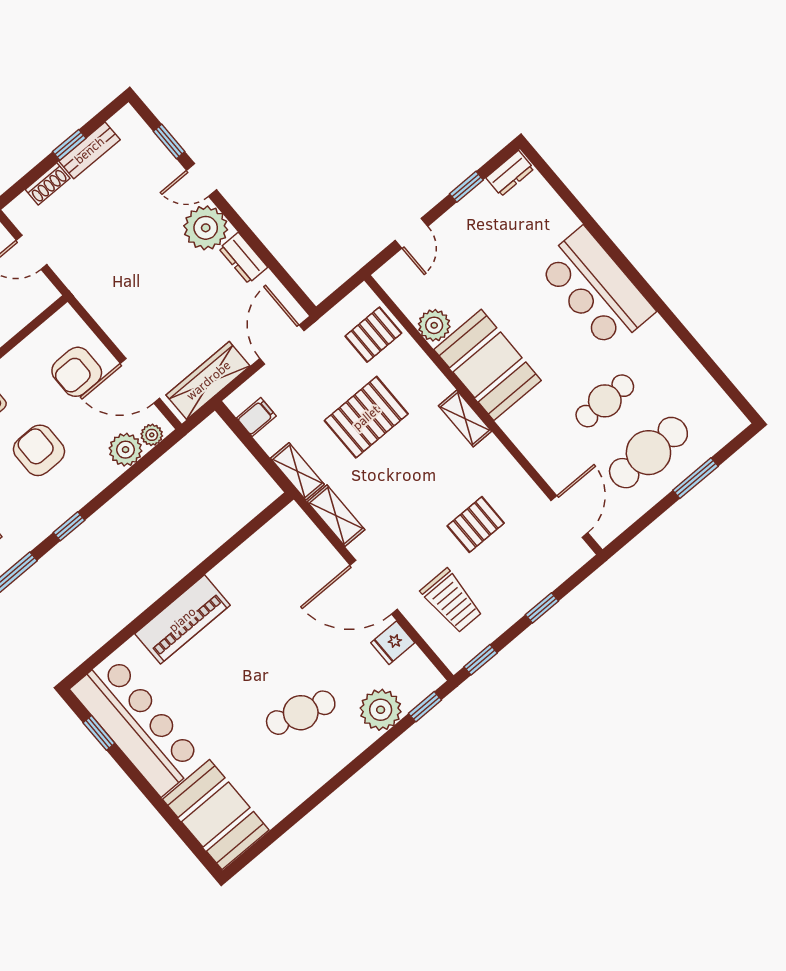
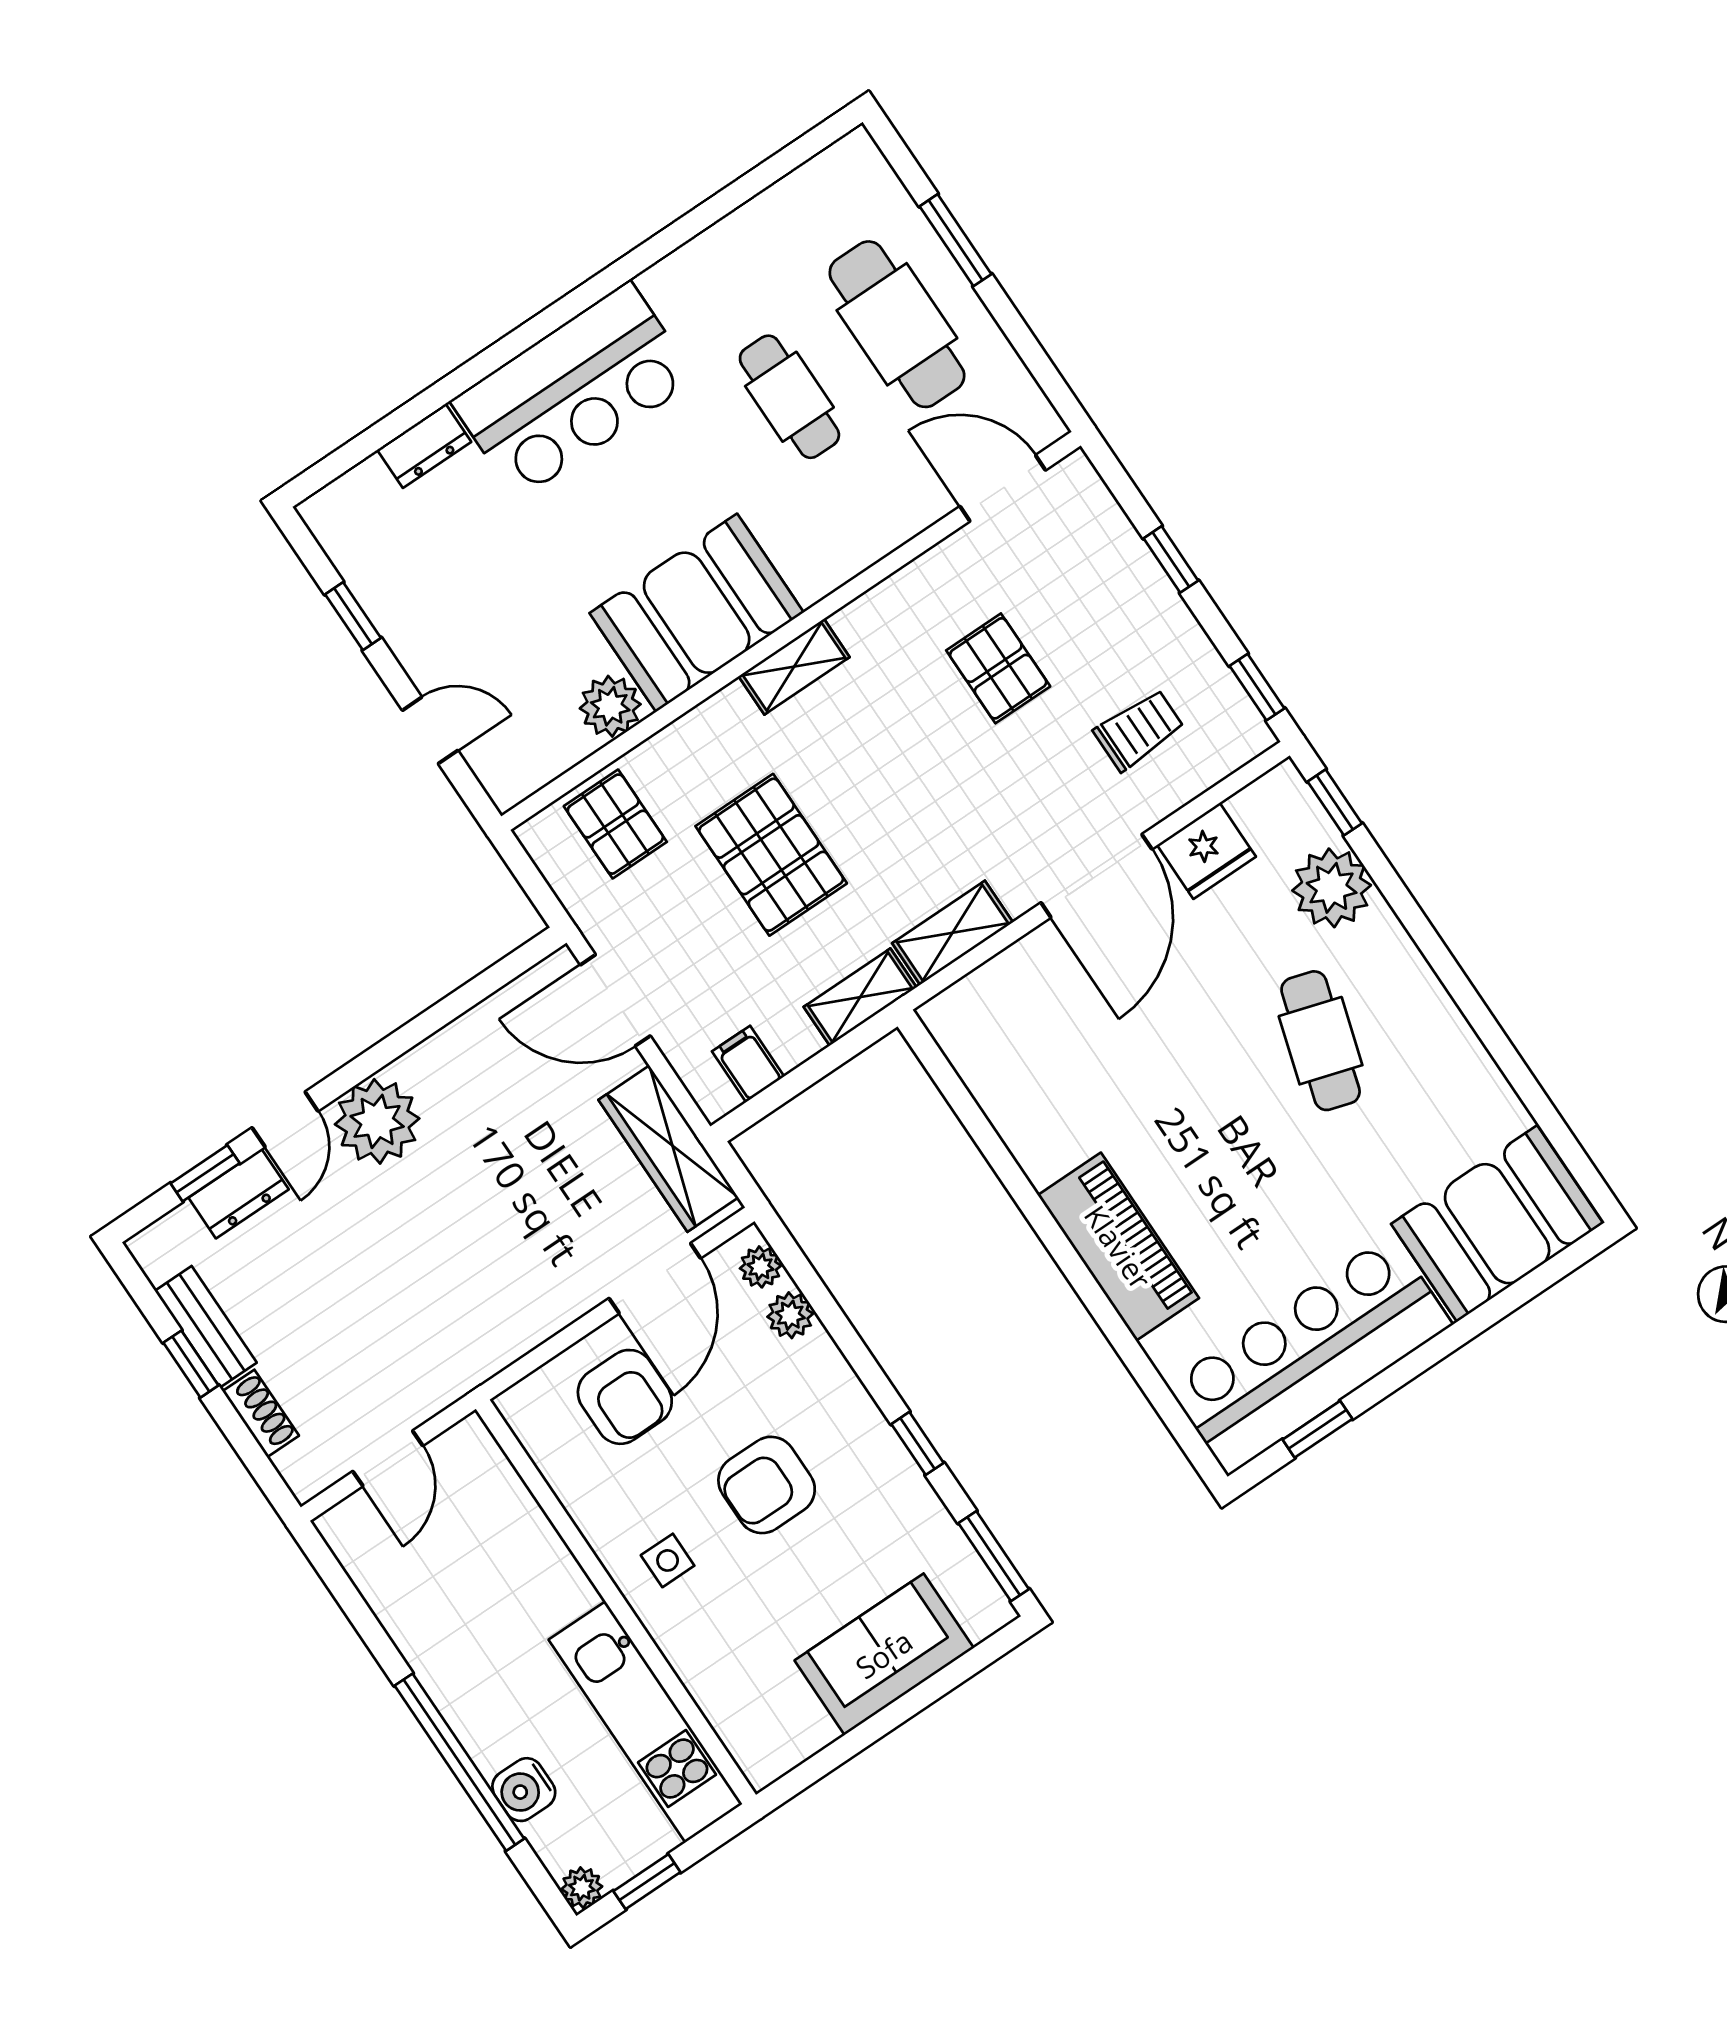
dresser: (510, 173) -> (424, 446), moved, turned 90
dresser: (243, 258) -> (239, 1194), moved
plant: (126, 450) -> (790, 1315), width x0.73, depth x0.73
trolley: (452, 601) -> (1139, 730), width x0.73, depth x0.72
fridge: (393, 643) -> (1206, 851), width x1.38

